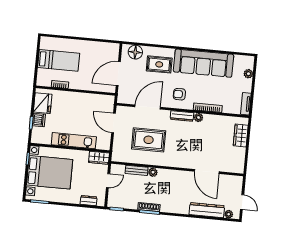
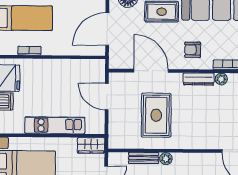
door: (148, 107) -> (151, 71), hinge flipped
rug: (149, 140) -> (156, 115), turned 90

